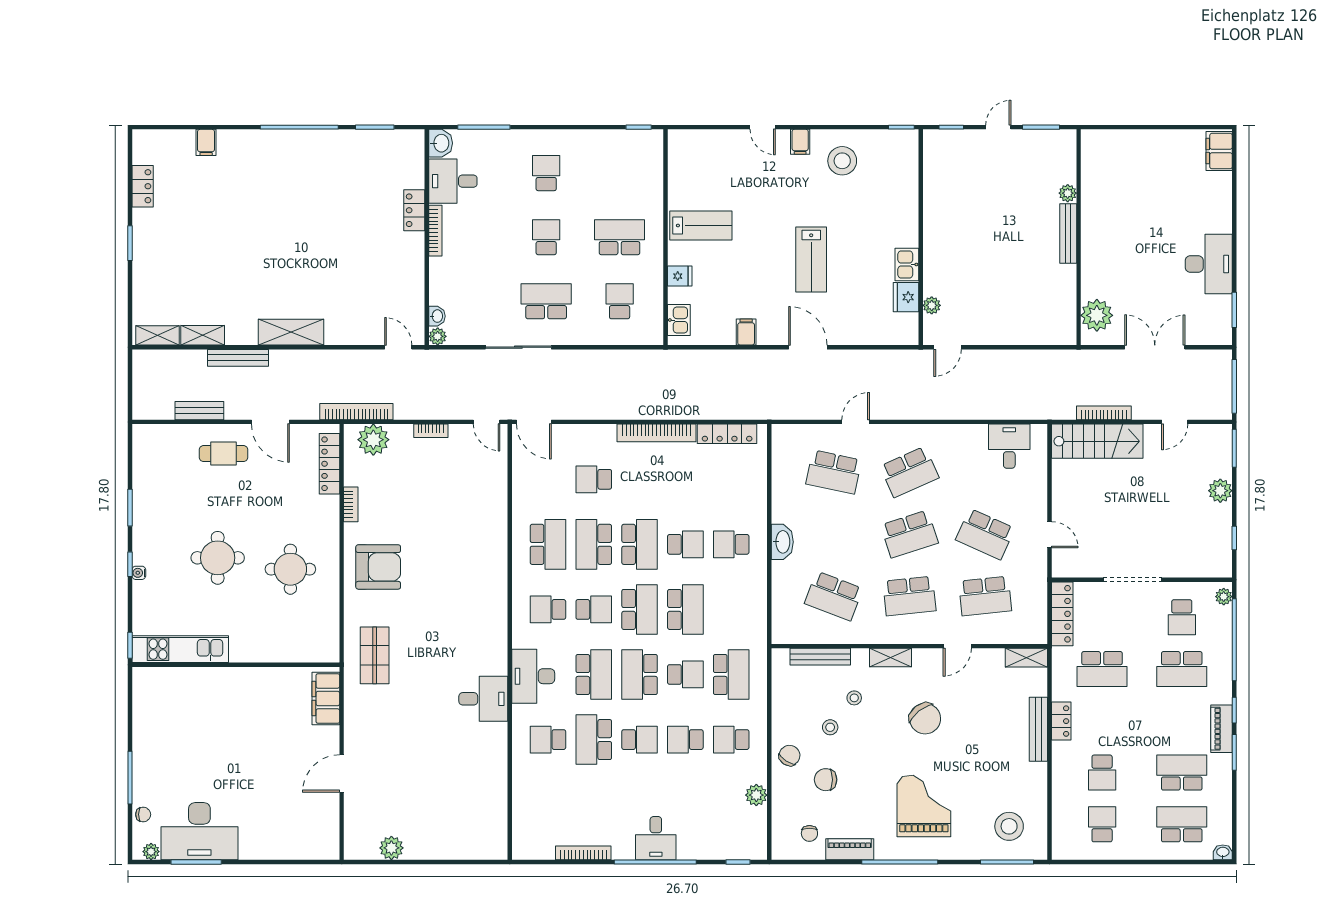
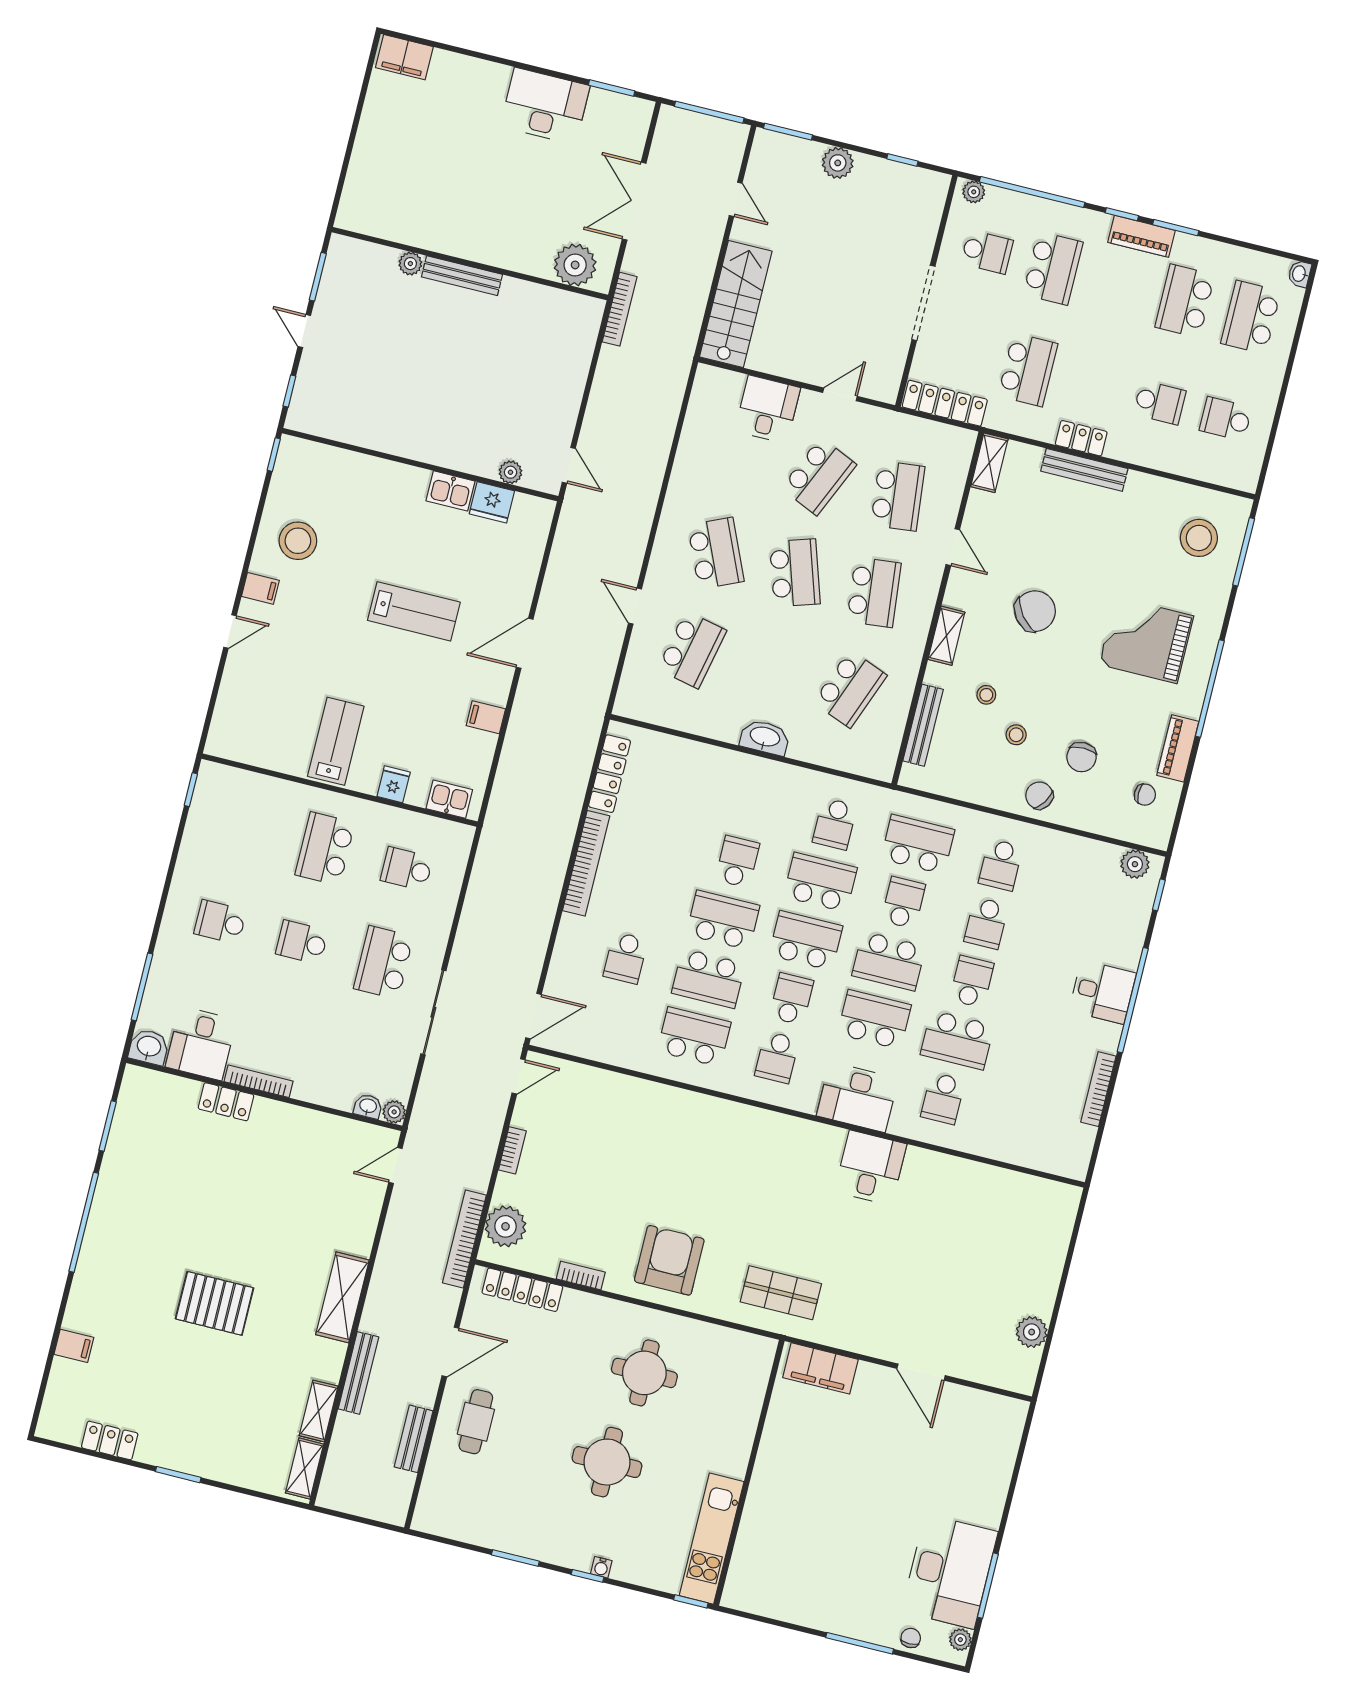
pallet: (263, 239) -> (215, 1303), added
bookcase: (1104, 413) -> (620, 309), moved, turned 180
desk: (1009, 446) -> (768, 409), moved, turned 90
school desk: (731, 544) -> (835, 824), moved
plant: (756, 795) -> (1135, 864), moved

